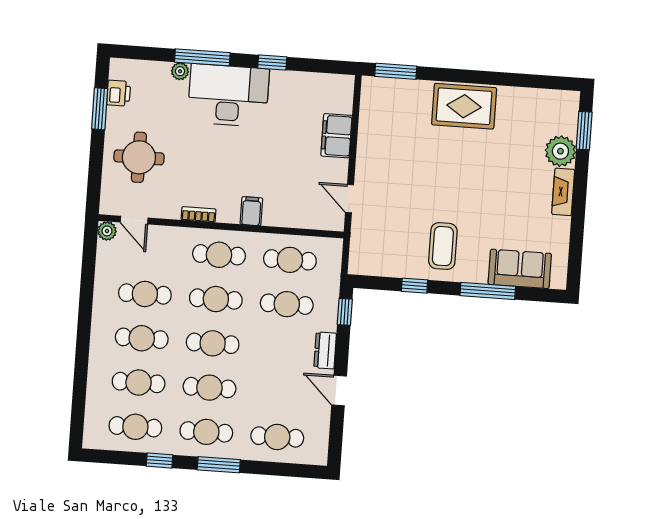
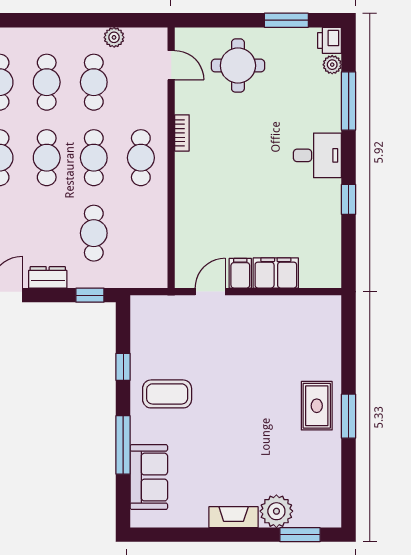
window: (202, 57) -> (349, 101), moved
plant: (180, 71) -> (332, 65), moved
window: (396, 71) -> (349, 416), moved
printer: (119, 93) -> (330, 40), moved, turned 90
desk: (228, 95) -> (317, 155), width x0.53, depth x0.77
rug: (464, 106) -> (317, 406), width x0.73, depth x0.70
filing cabinet: (251, 211) -> (240, 273), moved, turned -90
door: (134, 220) -> (171, 65), swing flipped
plant: (107, 231) -> (114, 37), moved
cafe table: (290, 260) -> (141, 233), removed

